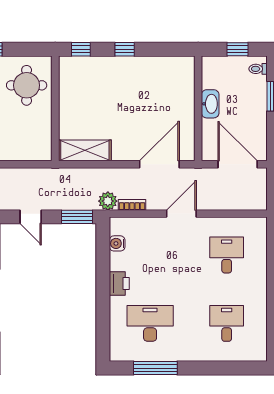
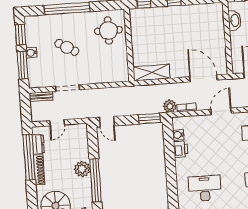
washbasin: (210, 104) -> (235, 21), moved
door: (159, 164) -> (203, 78), hinge flipped
door: (31, 217) -> (107, 122), moved
printer: (119, 284) -> (181, 149), moved

